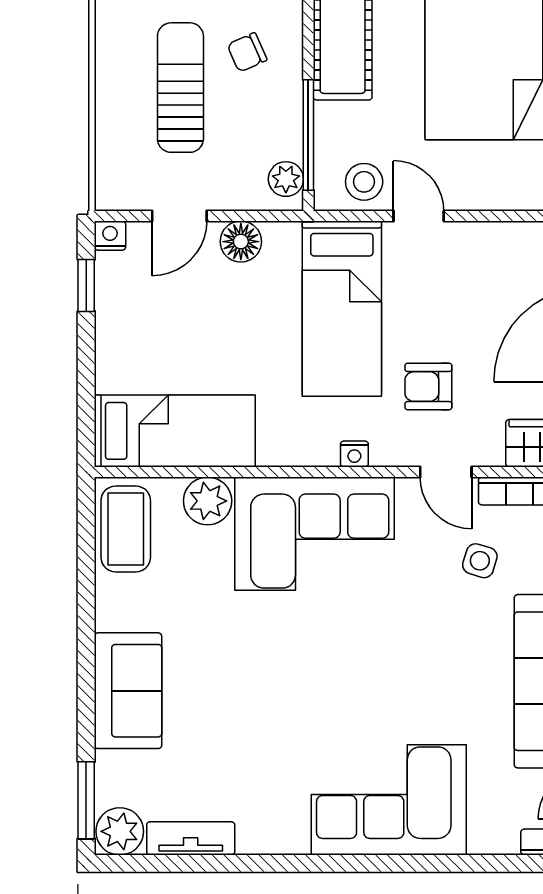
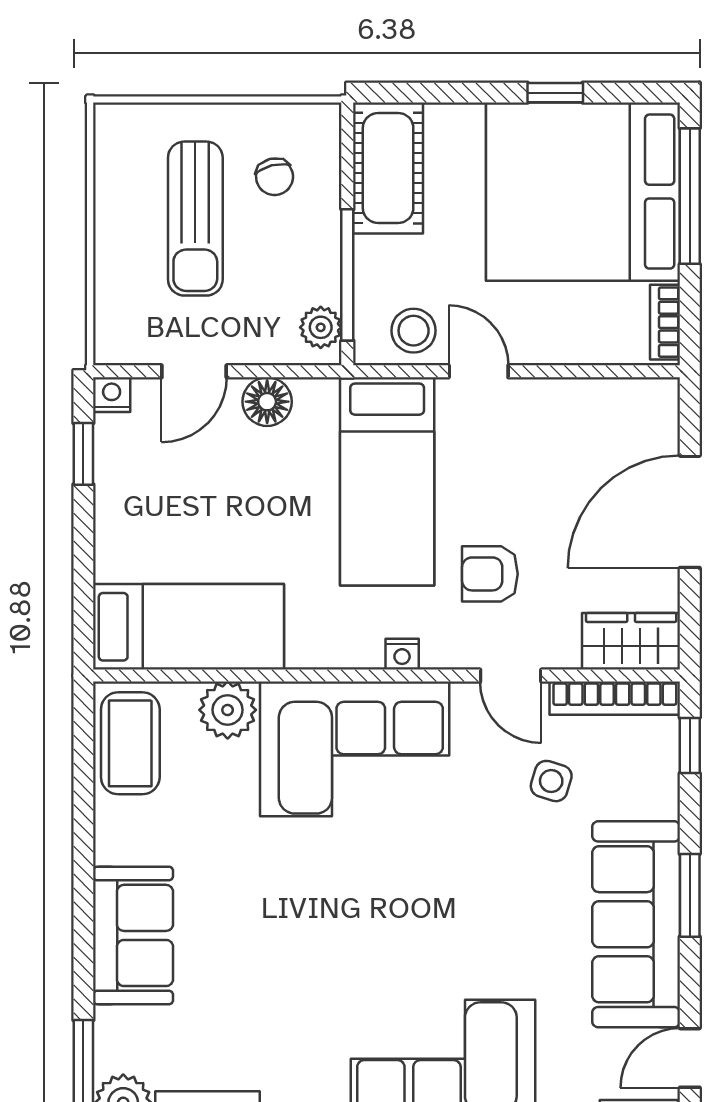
chair: (247, 52) -> (275, 177), turned -80
sun lounger: (180, 88) -> (195, 219), turned 180

